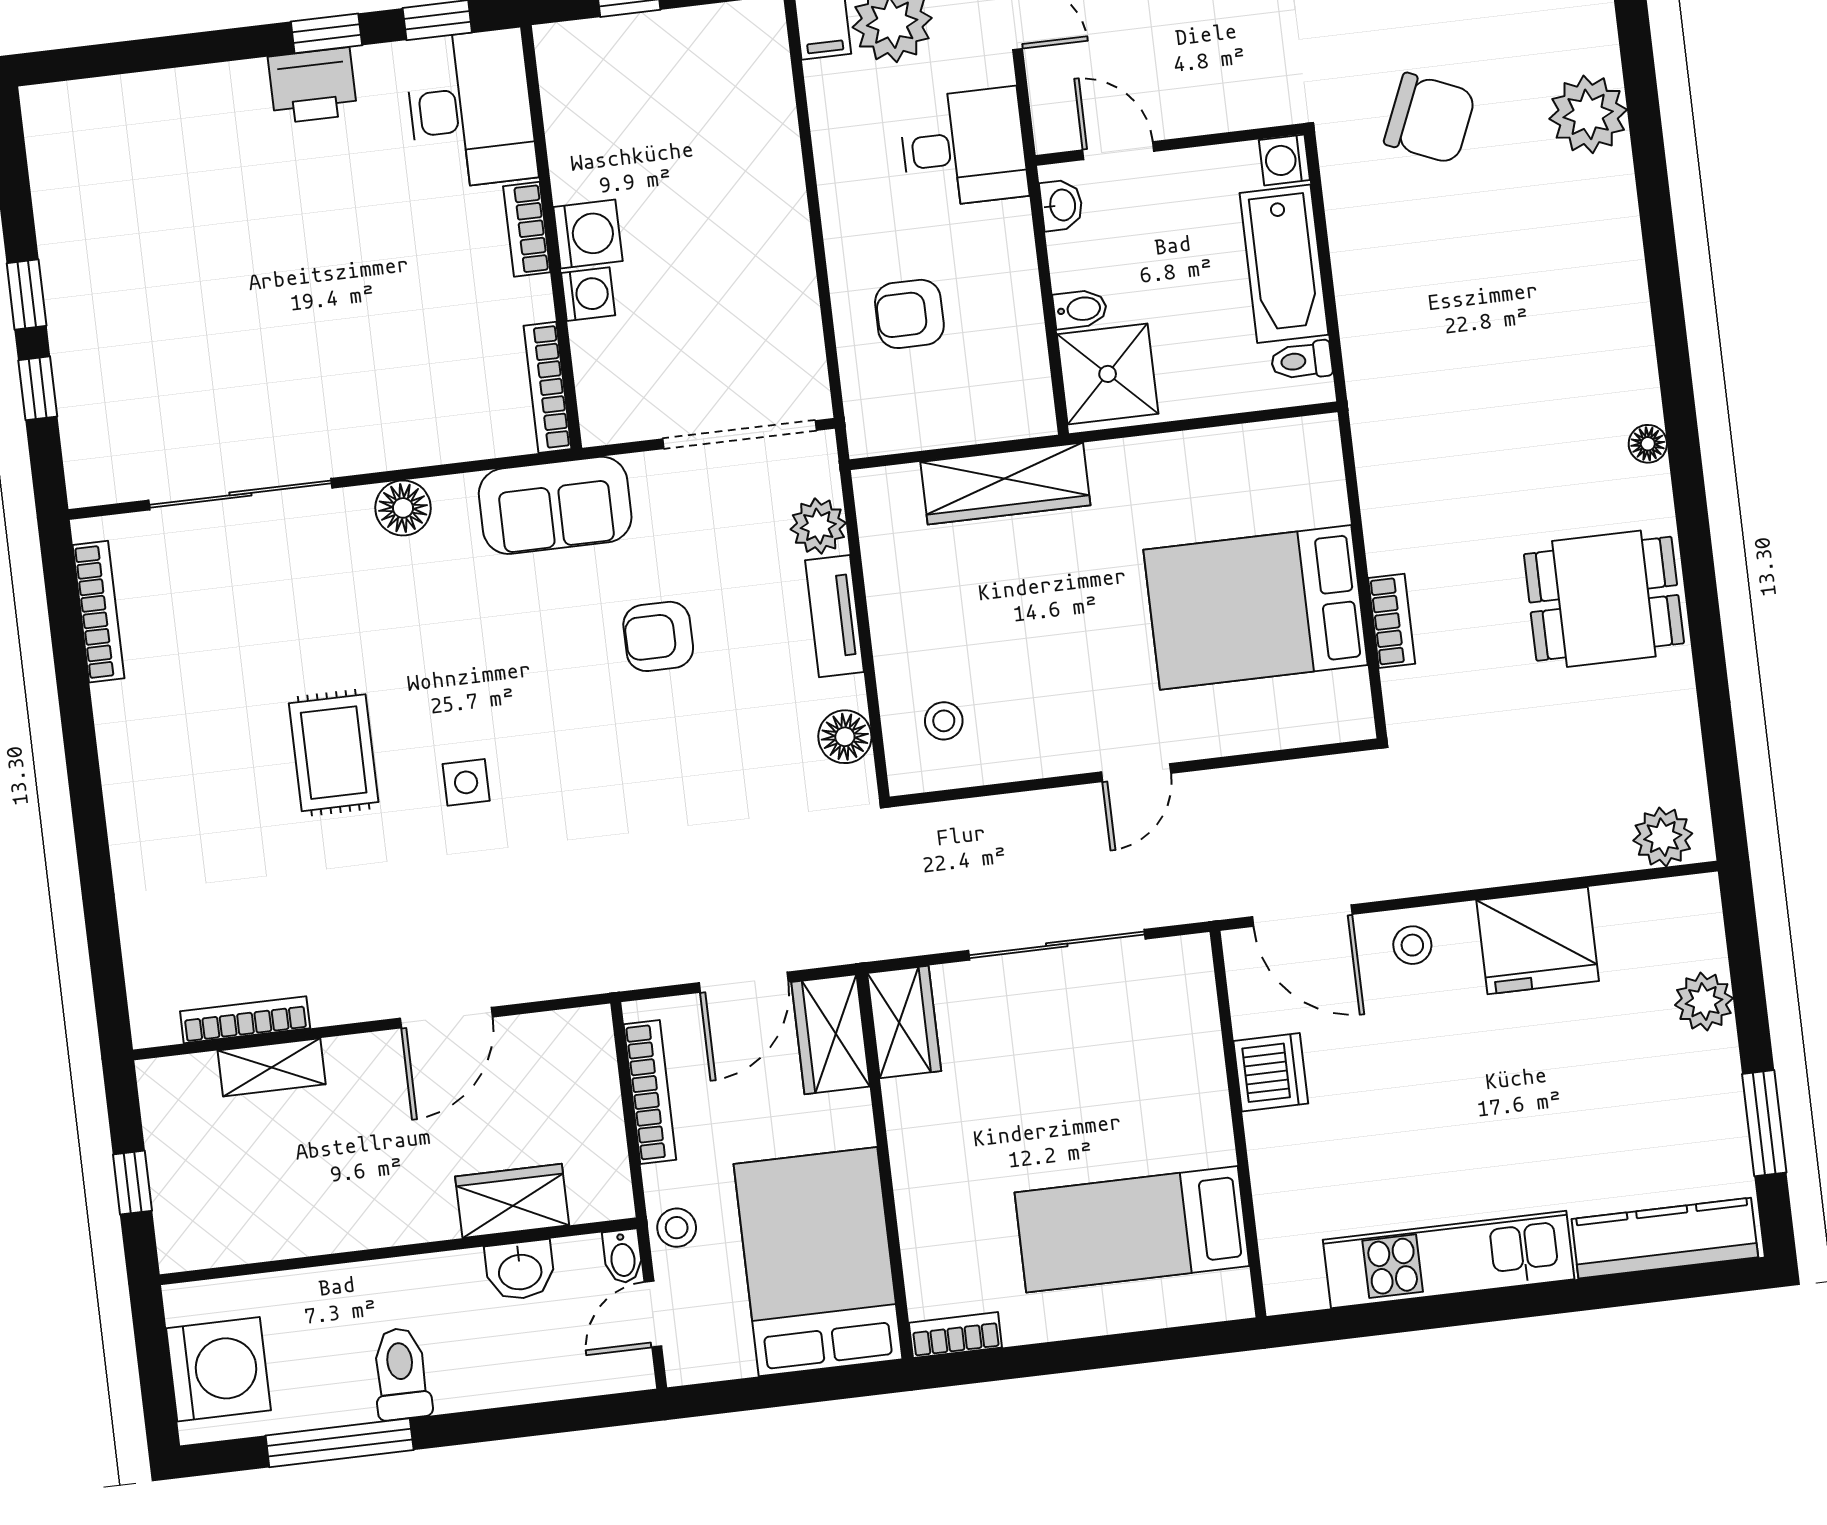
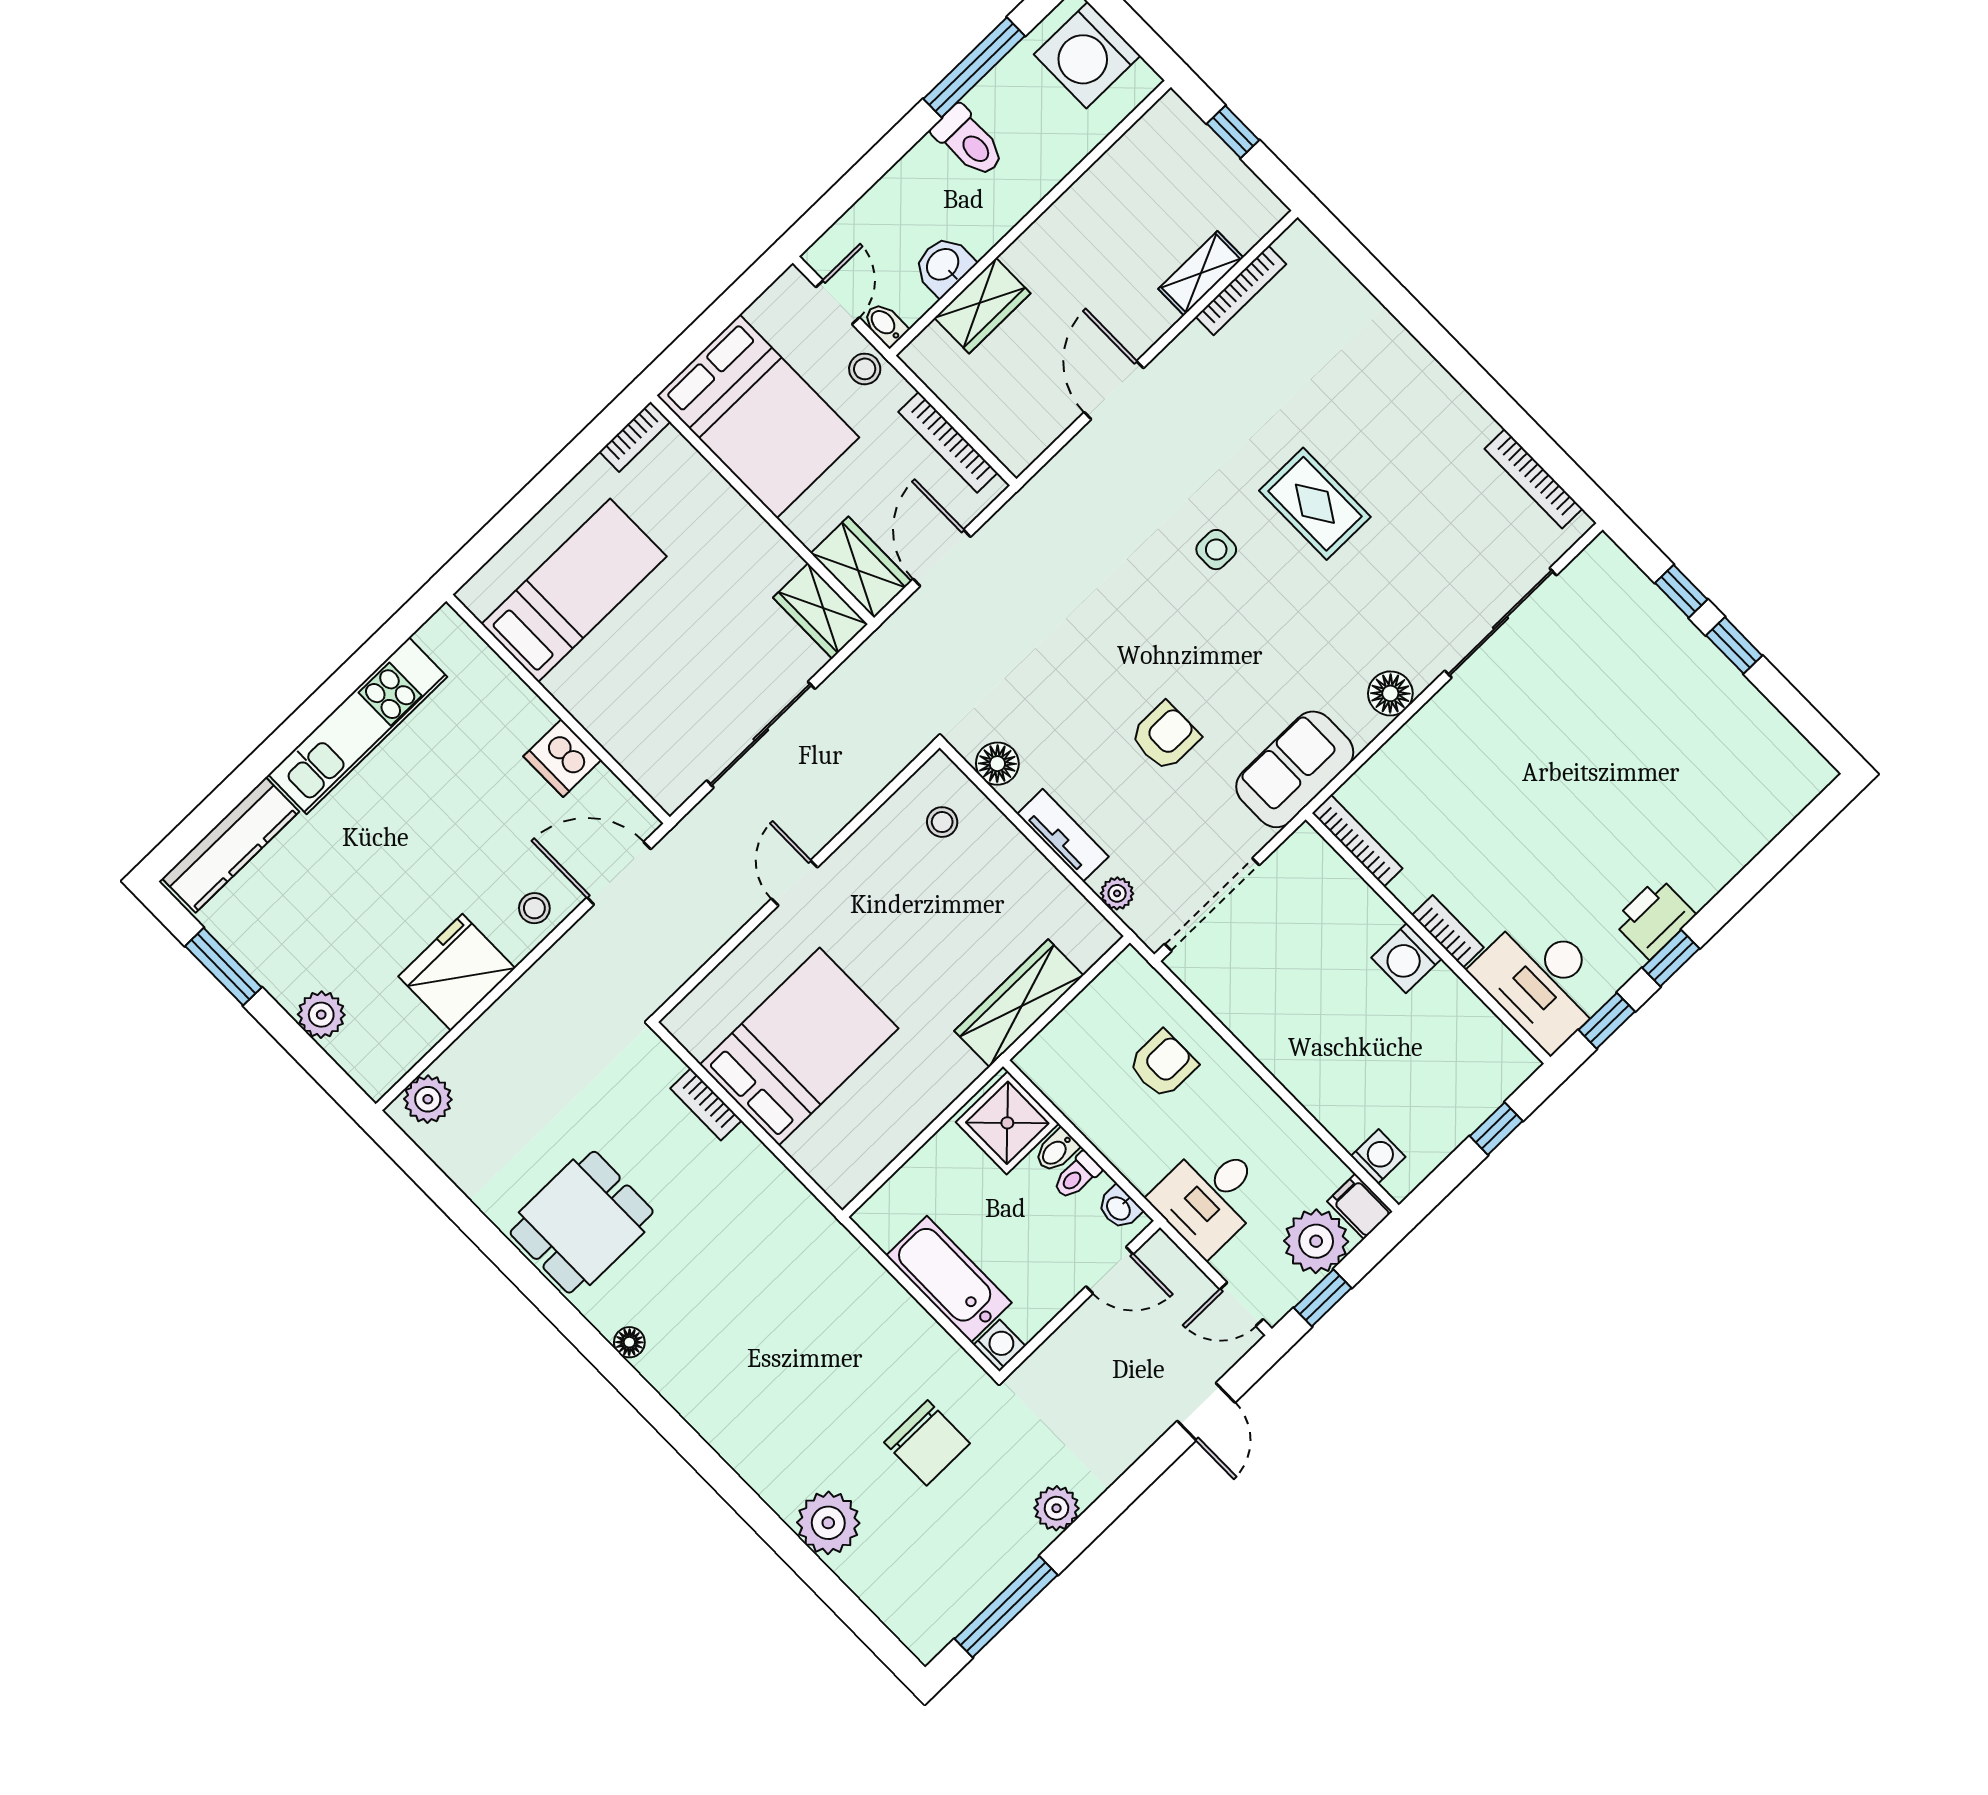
chair: (1430, 118) -> (927, 1443), turned -113
washing machine: (588, 294) -> (1378, 1156), moved, turned 180
toilet: (1302, 361) -> (1077, 1176), moved, turned 180
plant: (818, 526) -> (1117, 893), width x0.73, depth x0.73

